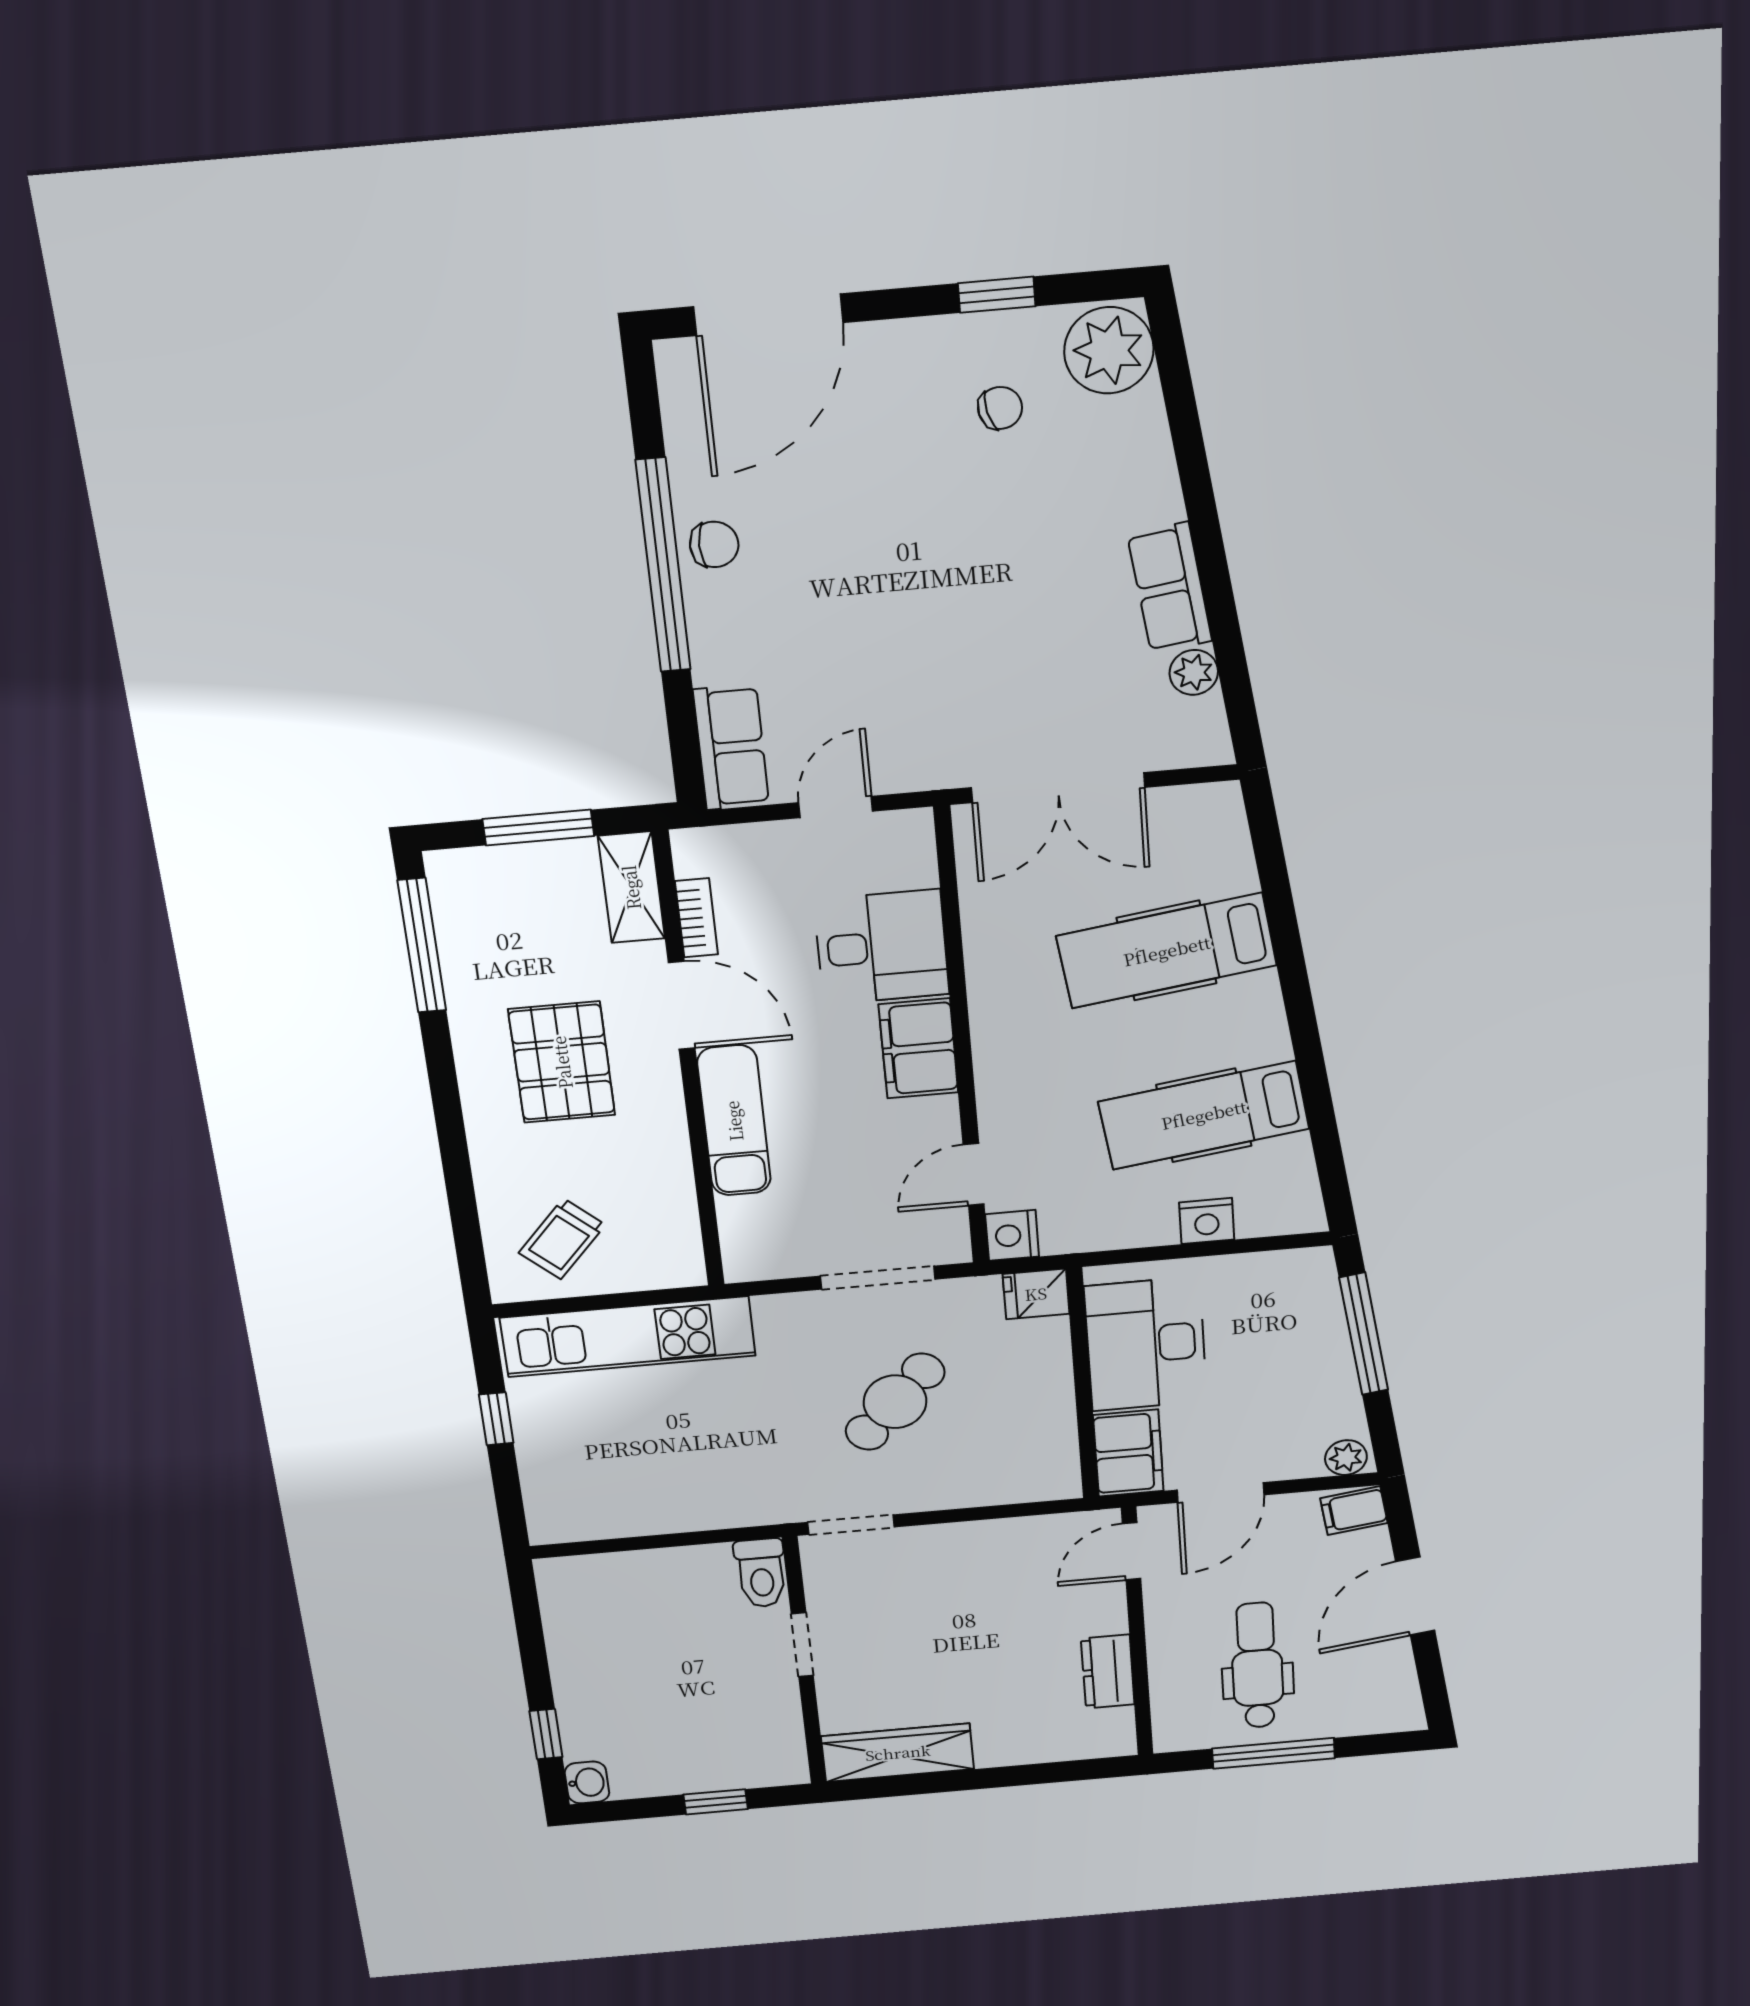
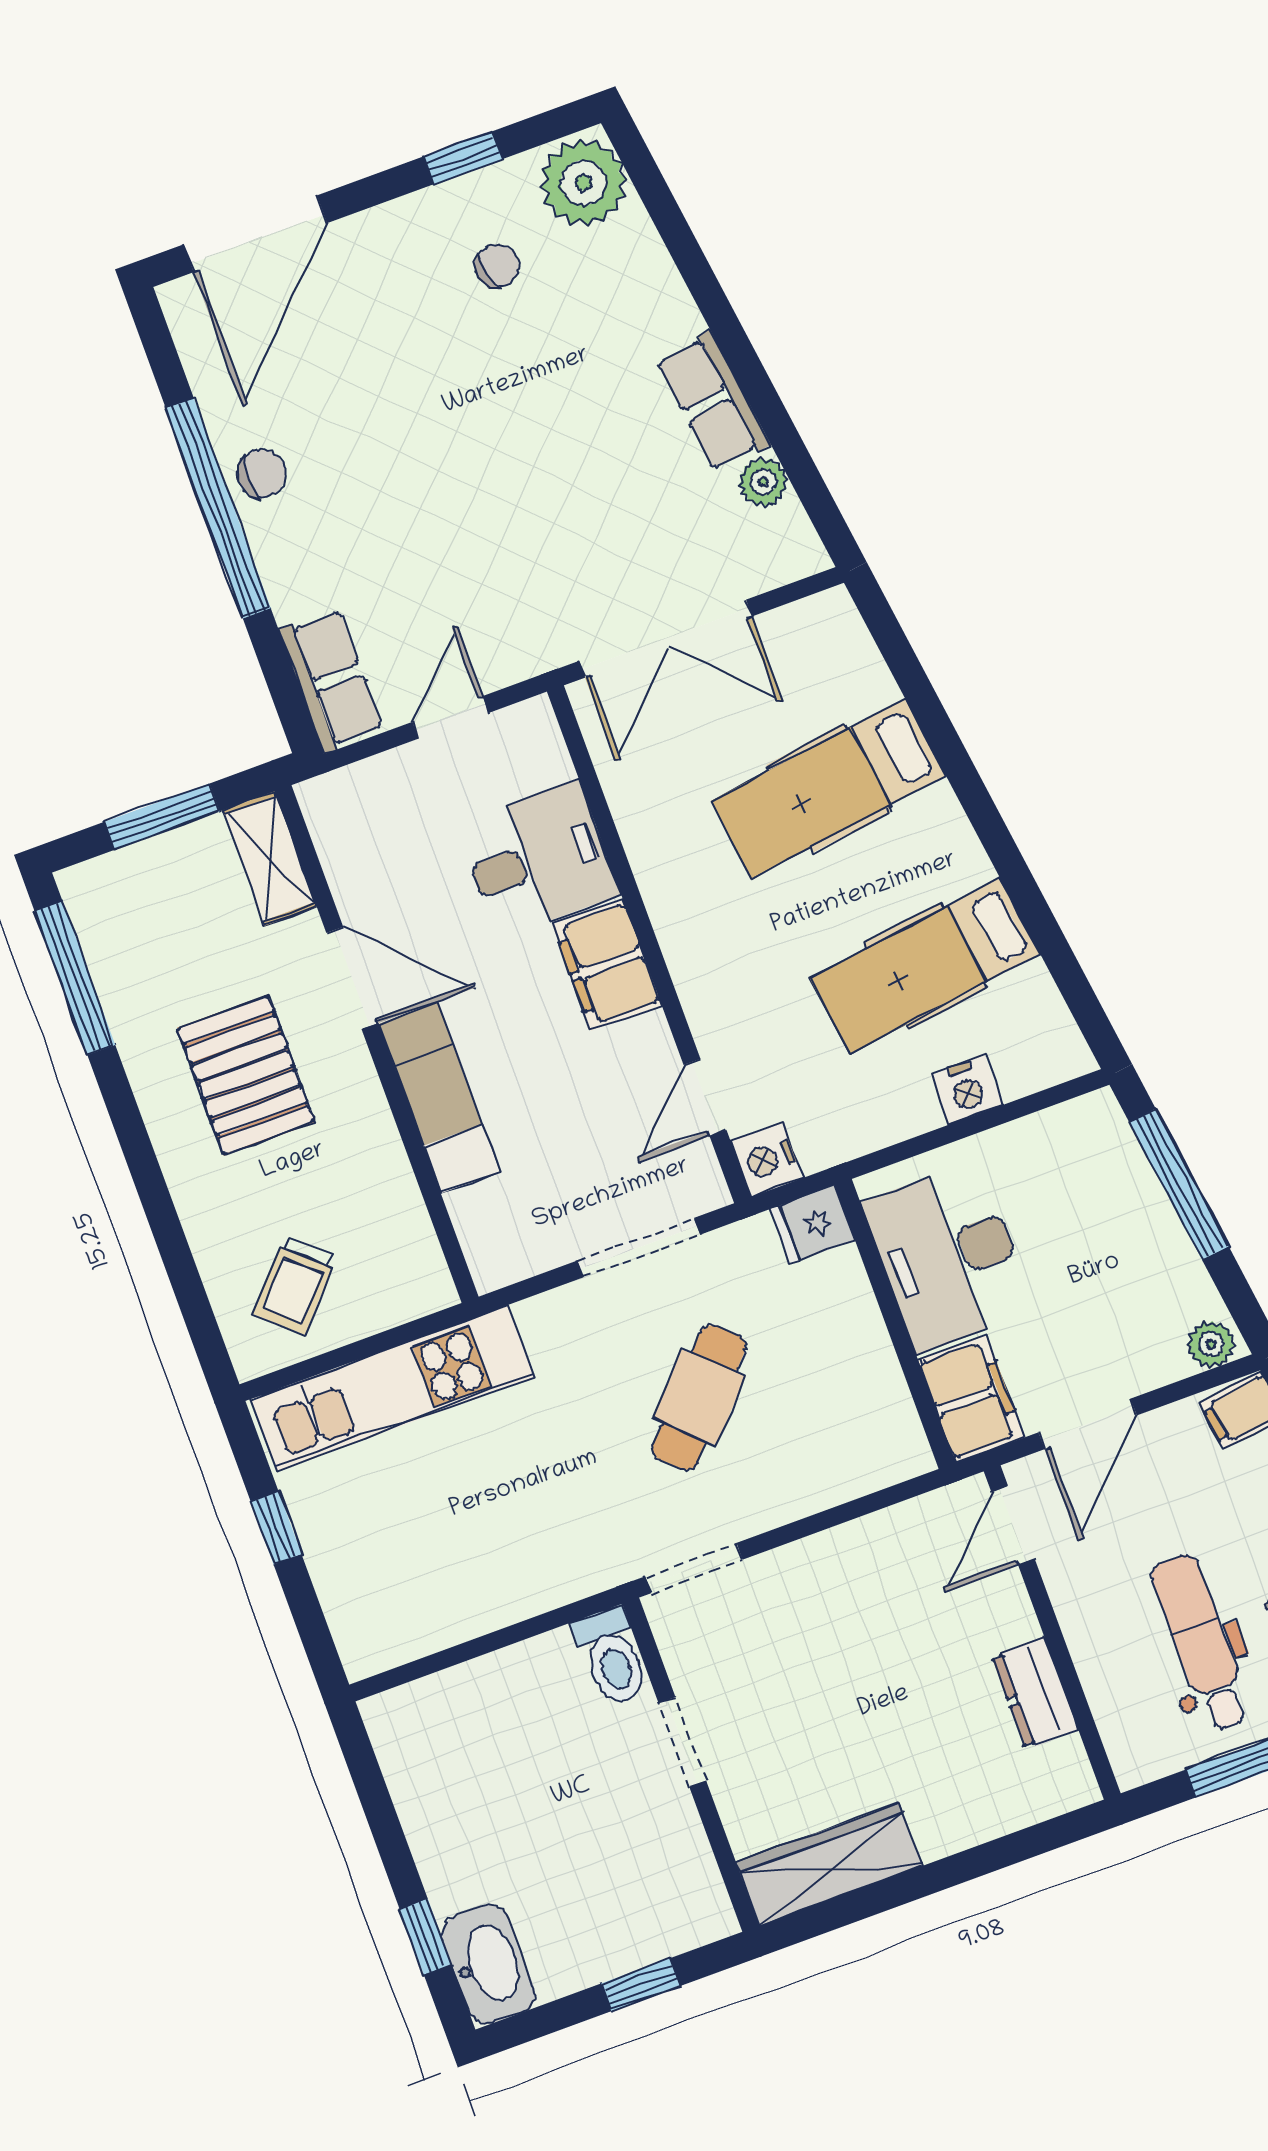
bookcase: (697, 918) -> (343, 875), removed
washbasin: (587, 1782) -> (488, 1964), width x1.91, depth x1.45

